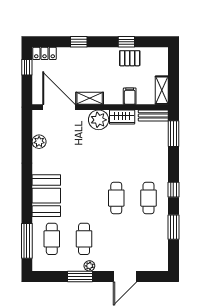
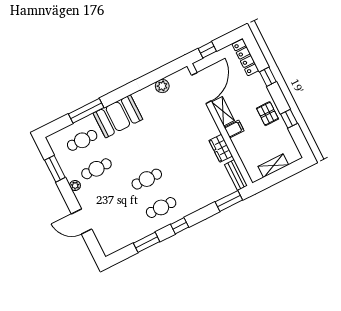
locker: (45, 53) -> (245, 57), width x1.53
pallet: (130, 58) -> (267, 114), moved
window: (27, 67) -> (207, 50), moved
shelving: (162, 90) -> (273, 166), moved
filing cabinet: (130, 96) -> (234, 129), moved
plant: (99, 120) -> (208, 129), removed
window: (27, 241) -> (86, 111), moved
window: (80, 276) -> (55, 169), moved

